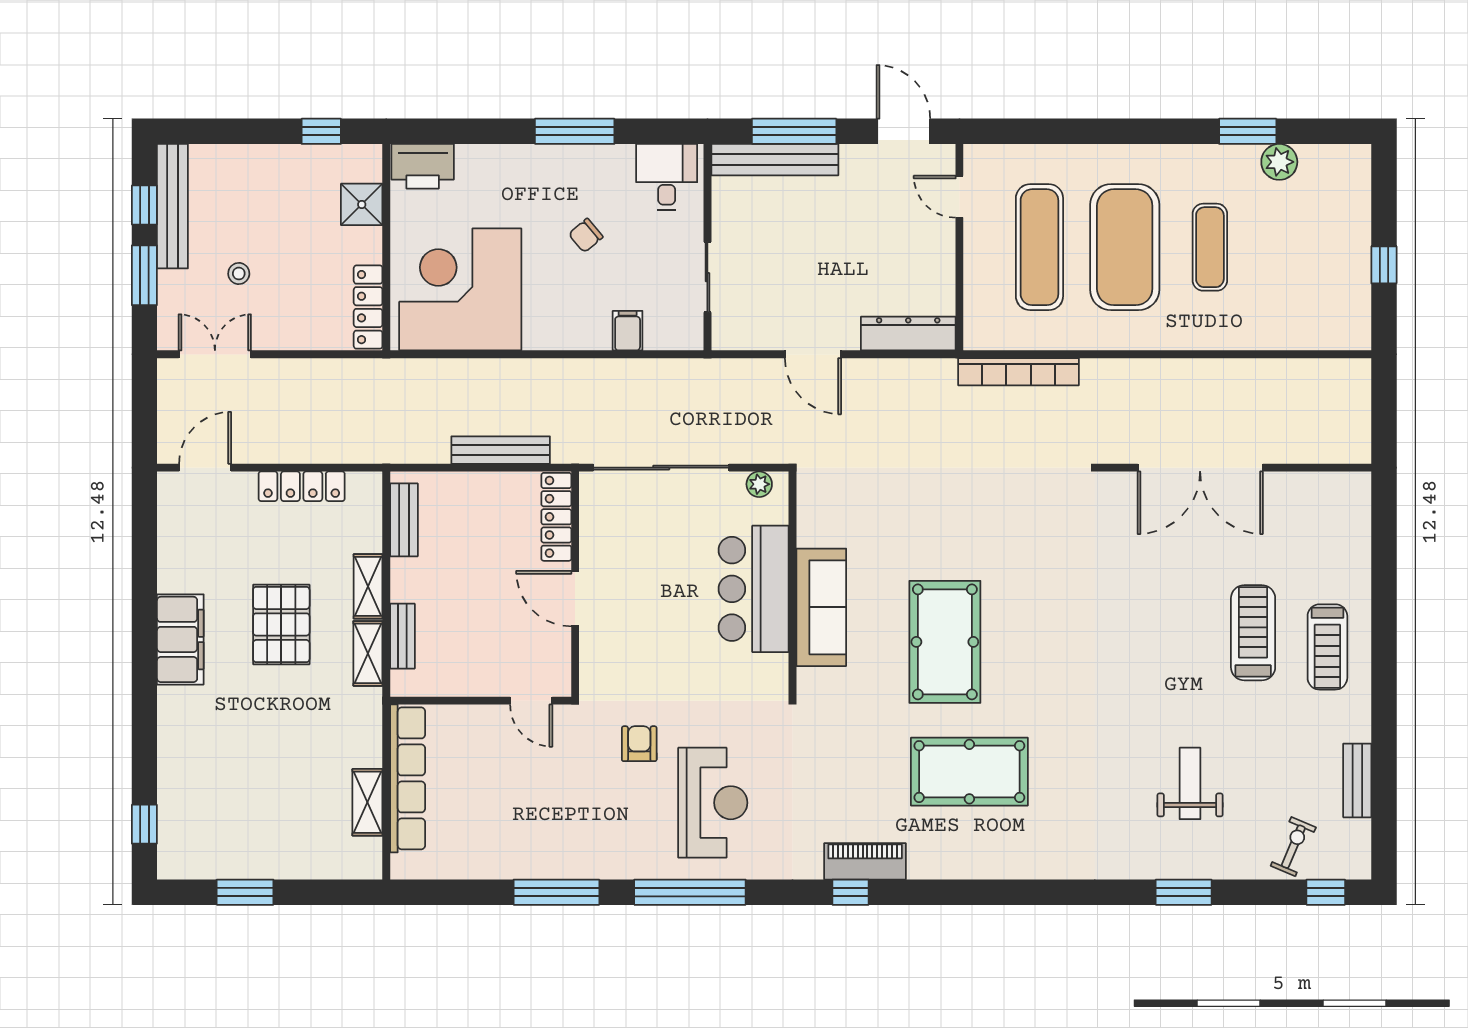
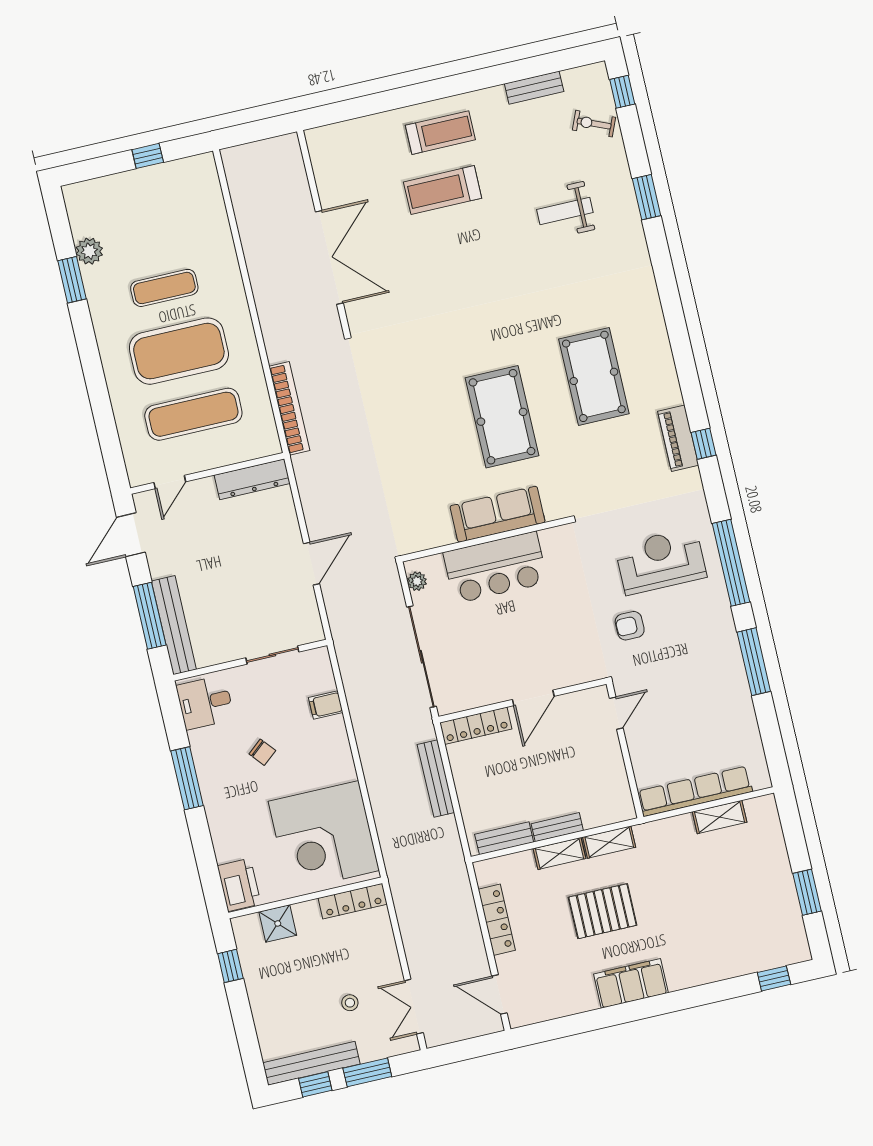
dresser: (908, 334) -> (252, 479), moved, turned -90
bench: (402, 636) -> (557, 827), moved
pool table: (945, 642) -> (502, 417), turned 90

